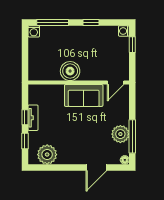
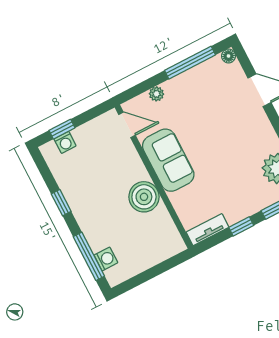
washing machine: (34, 31) -> (106, 259), moved
washing machine: (124, 31) -> (65, 142), moved
tv unit: (33, 118) -> (208, 230), moved
plant: (120, 134) -> (156, 94), moved, width x0.53, depth x0.53

